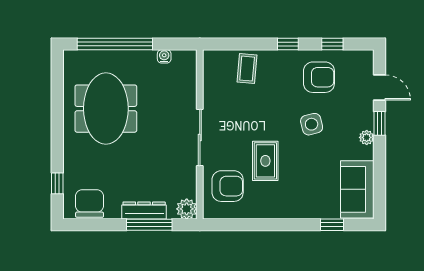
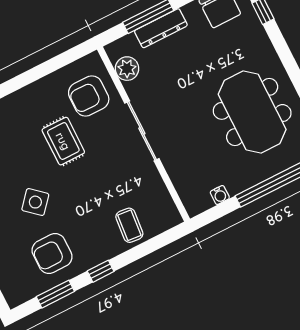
window: (332, 44) -> (55, 294), width x1.50
side table: (312, 124) -> (35, 202), turned -35
plant: (187, 209) -> (127, 69), moved

